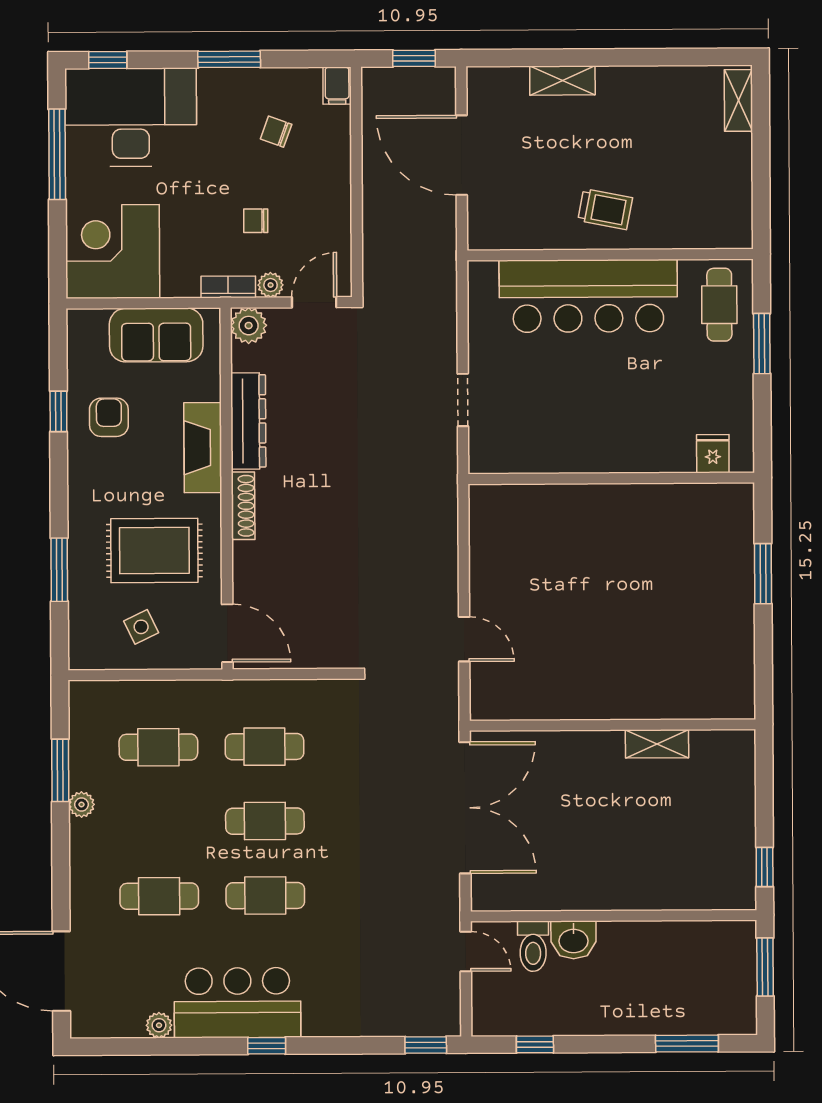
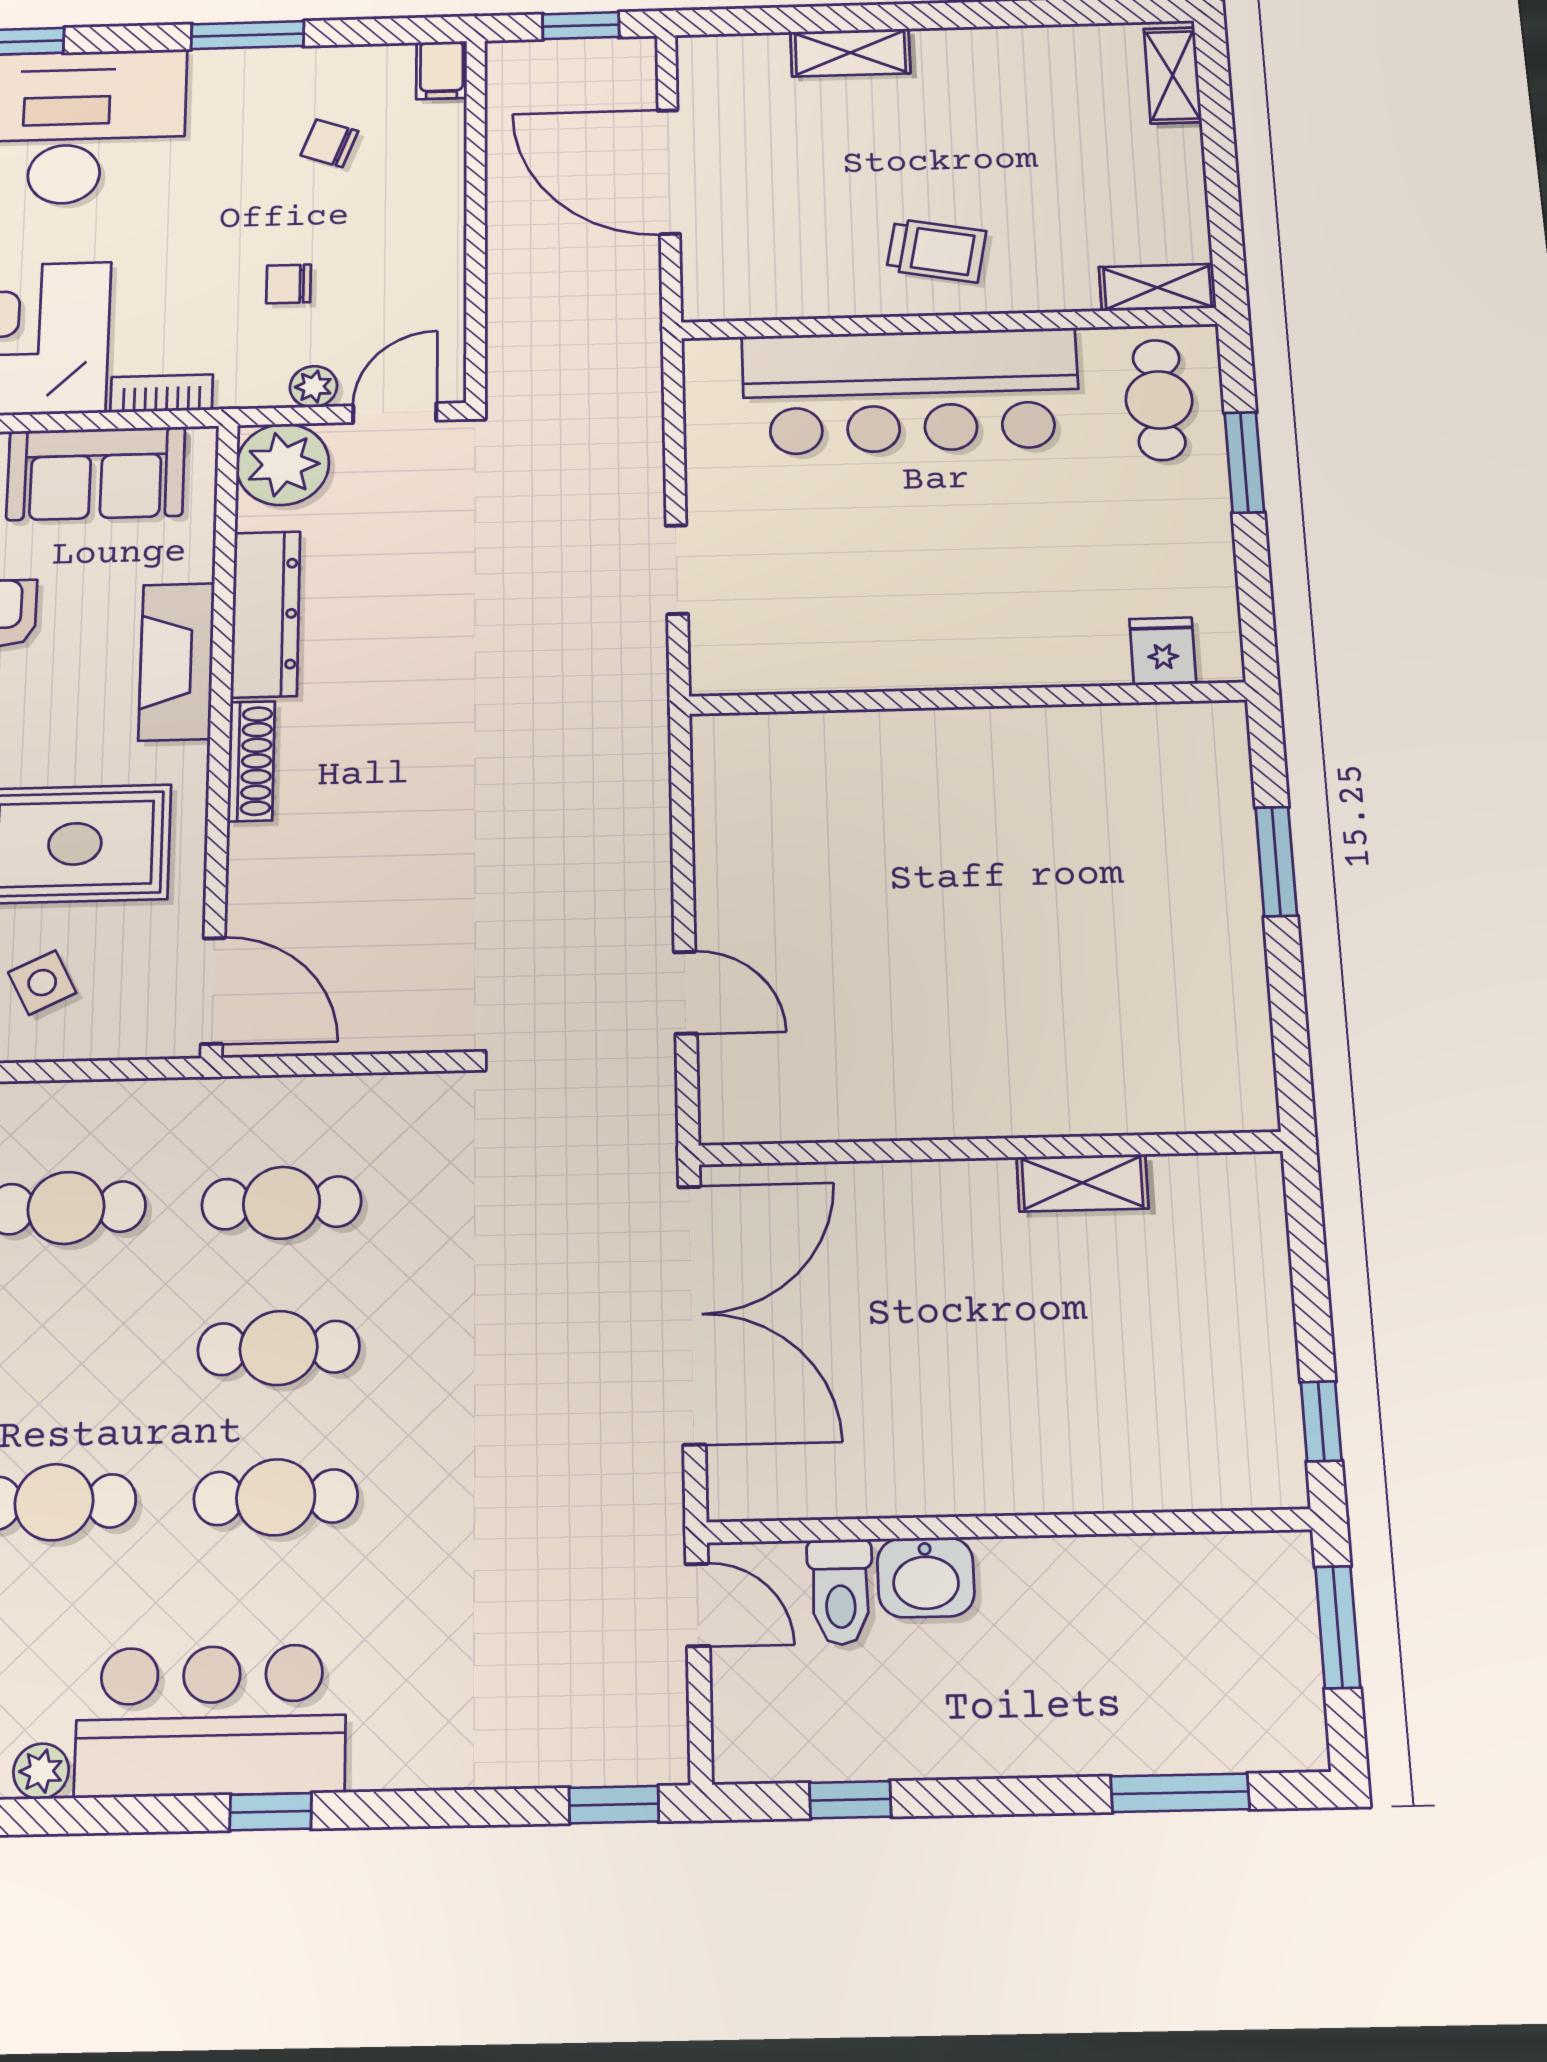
shelving: (722, 235) -> (1158, 287), added
bookcase: (228, 287) -> (162, 393), moved
plant: (249, 326) -> (283, 464), width x1.36, depth x1.36

